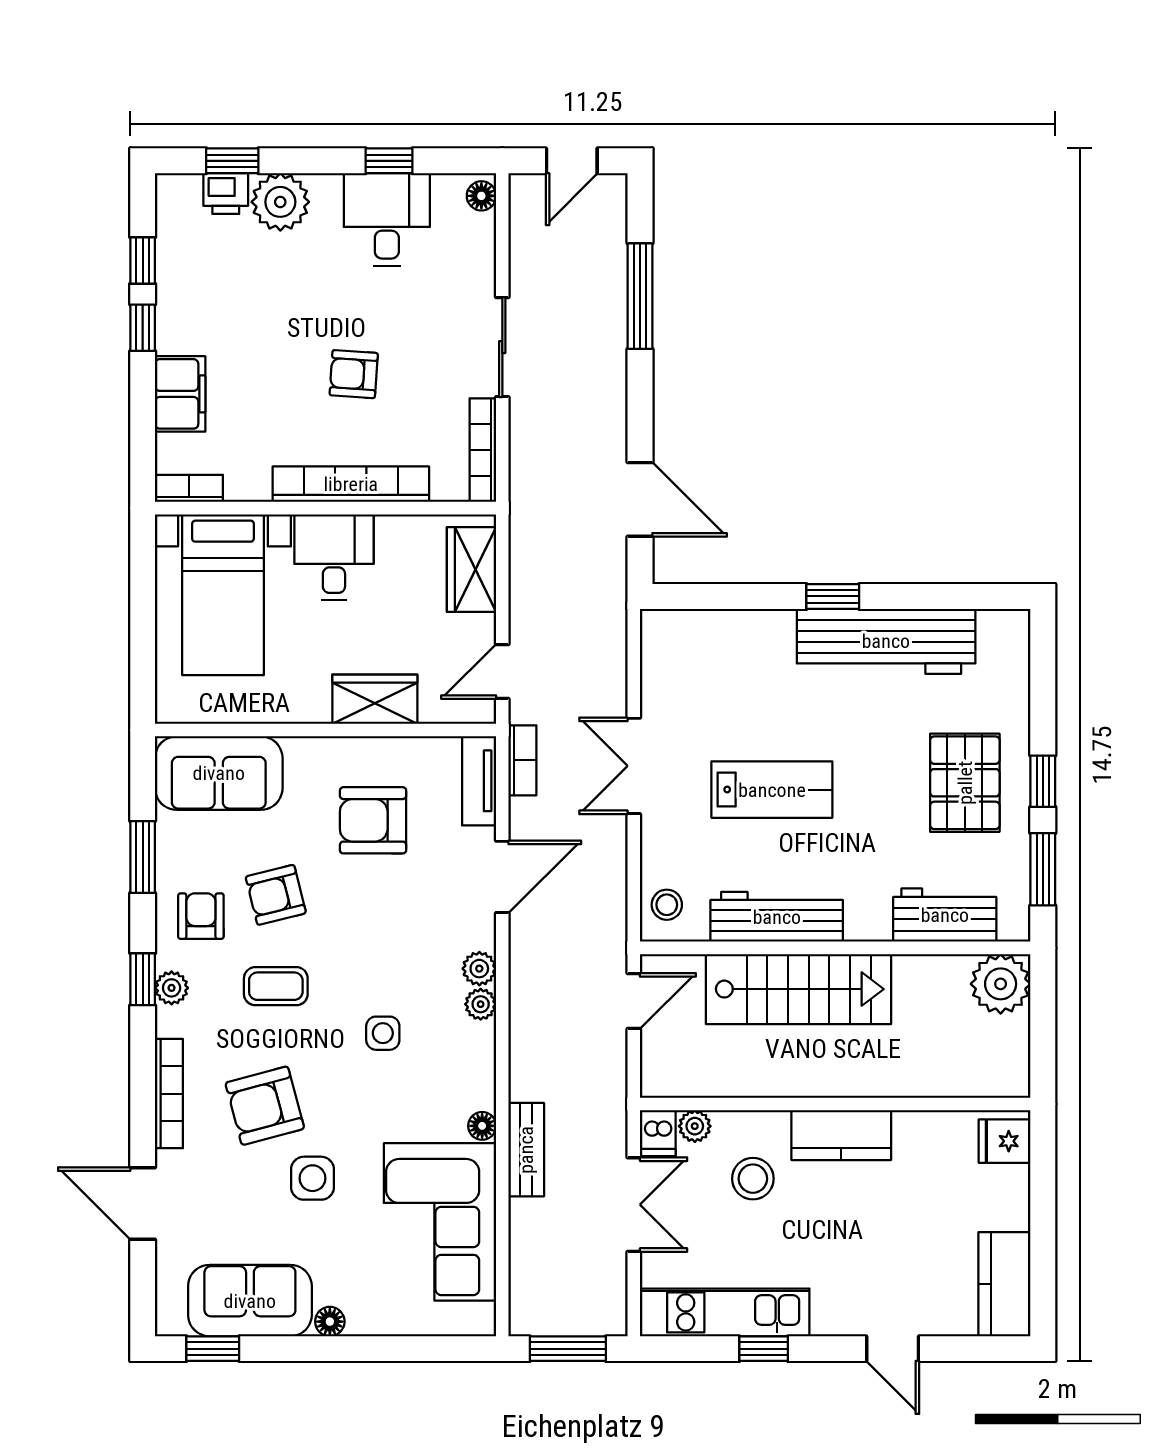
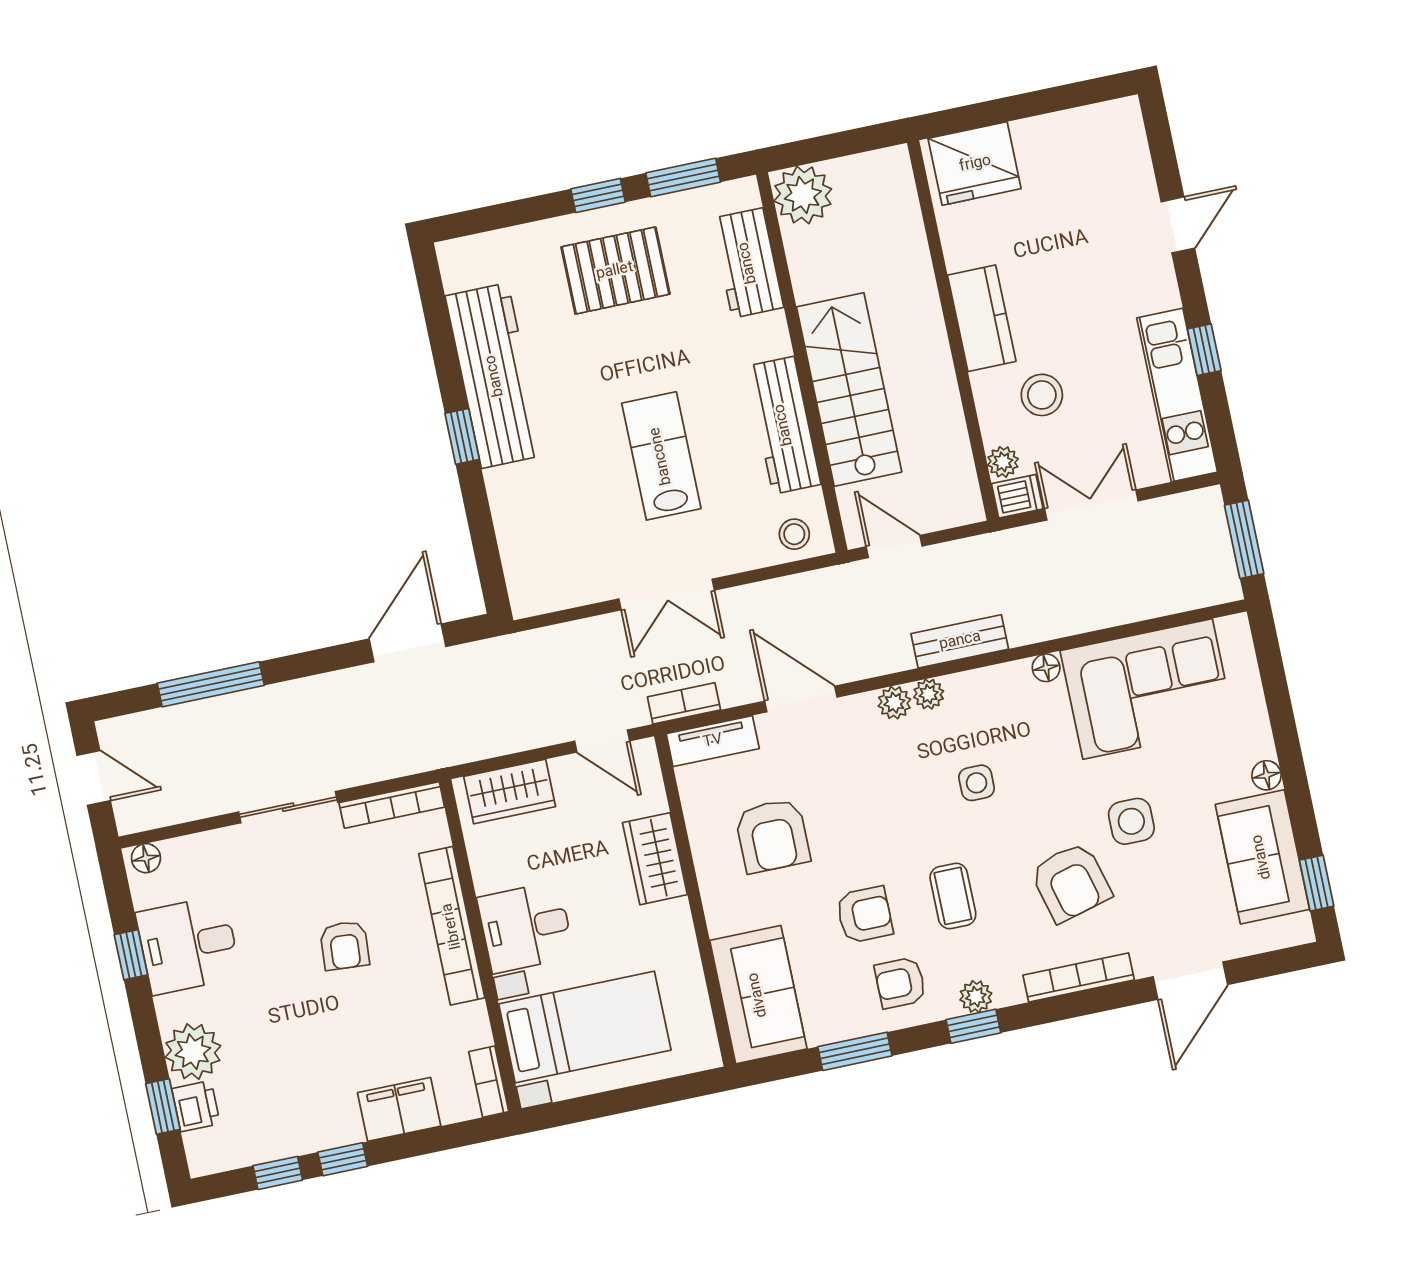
armchair: (276, 895) -> (865, 915), turned -76
fridge: (1005, 1141) -> (975, 164), width x1.88, depth x1.34
bench: (526, 1150) -> (960, 641), moved
kitchen counter: (1004, 1284) -> (1093, 130), removed

